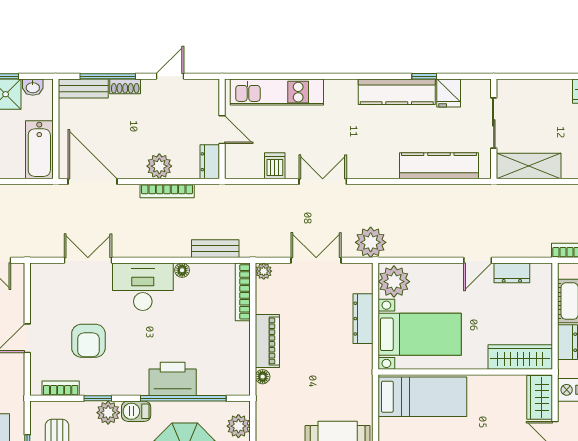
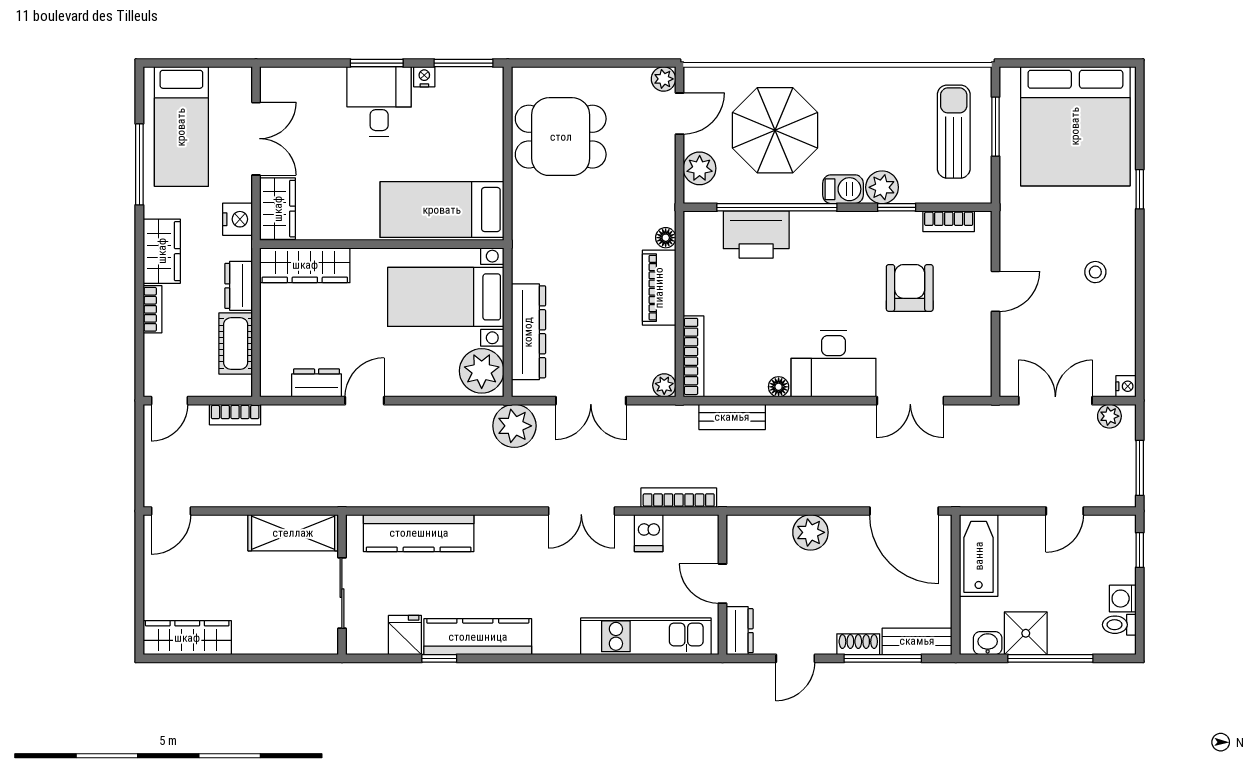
dresser: (210, 162) -> (740, 631), moved
bookcase: (167, 191) -> (679, 498), moved
dresser: (363, 319) -> (528, 332), width x1.37, depth x1.24
printer: (173, 379) -> (756, 235), moved

